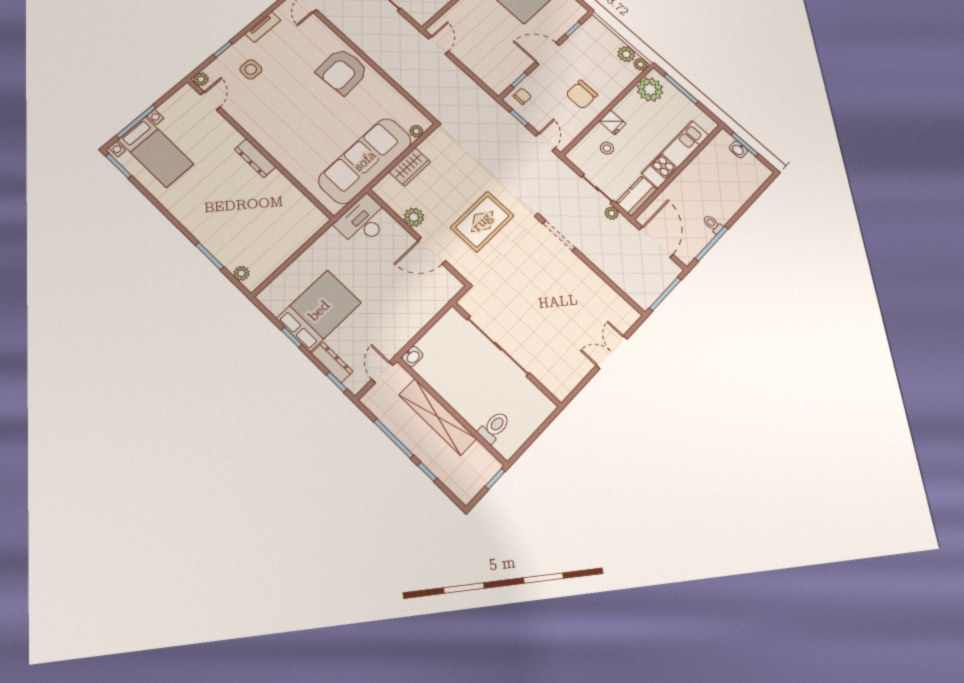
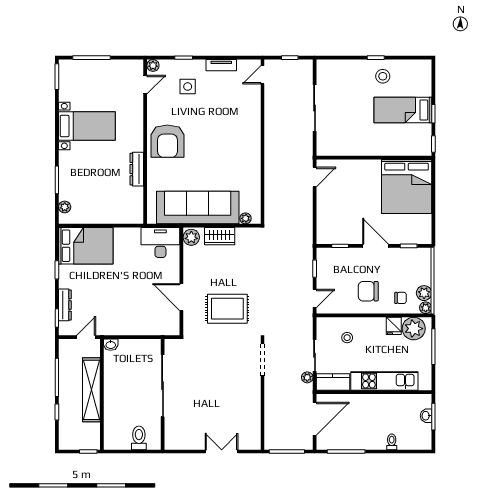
armchair: (342, 71) -> (167, 141), moved, turned -86
chair: (522, 96) -> (401, 298), moved
fridge: (613, 122) -> (394, 326), moved
bed with nightstands: (156, 152) -> (87, 126), moved, turned -90
dresser: (255, 158) -> (137, 169), moved
plant: (414, 217) -> (191, 237), moved
toilet: (713, 224) -> (392, 442), moved
bed: (319, 311) -> (86, 246), moved
toilet: (494, 427) -> (139, 438), moved, turned -90

